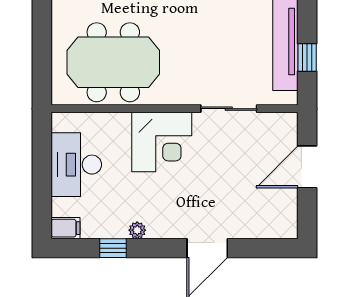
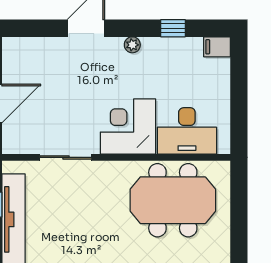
desk: (76, 165) -> (187, 131), moved, turned 90
plant: (137, 230) -> (132, 45), moved

